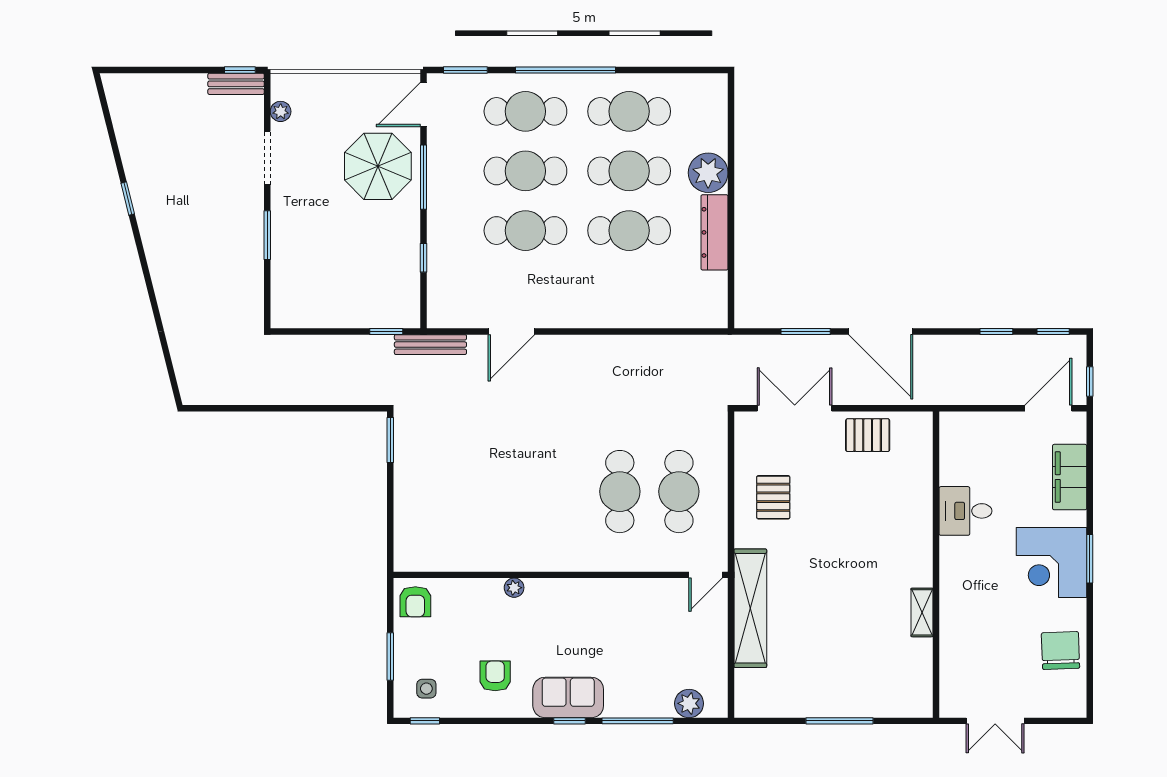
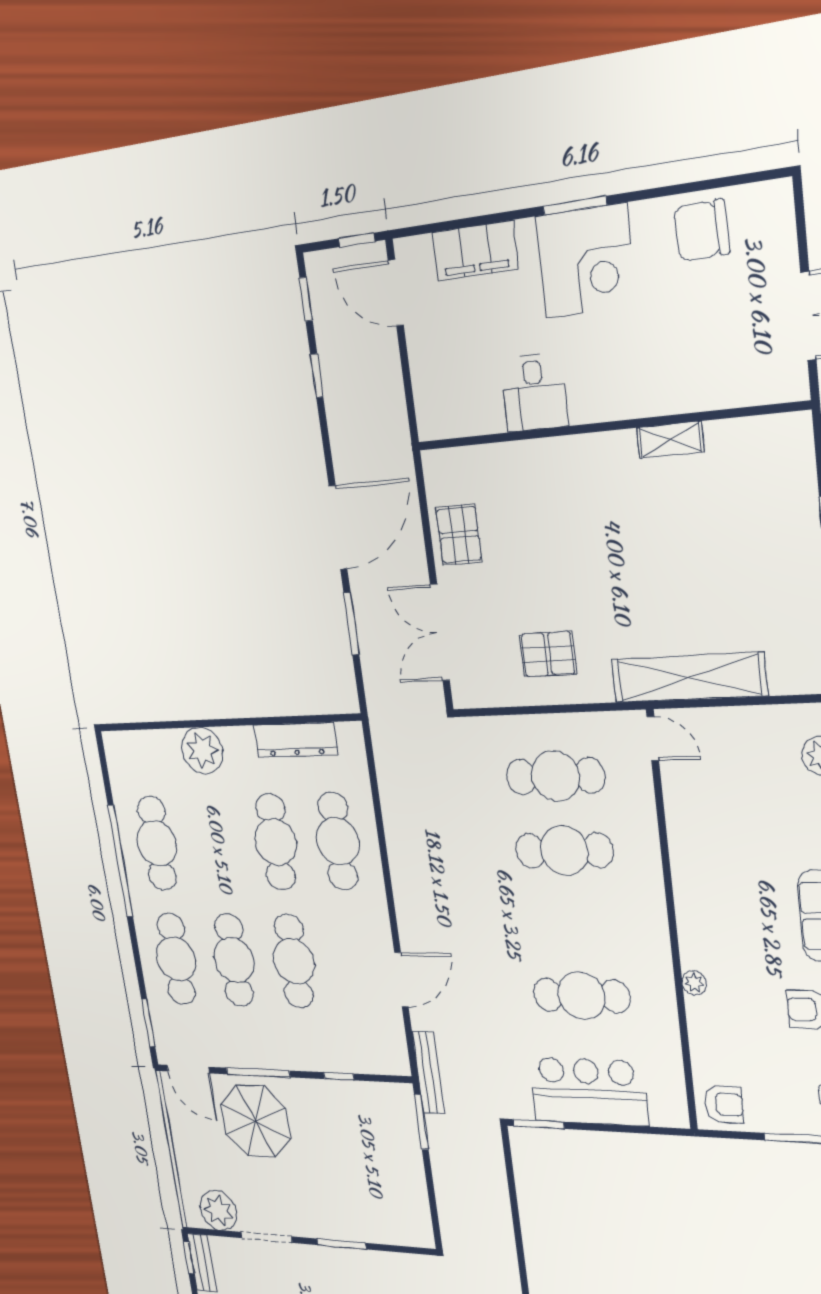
window: (565, 70) -> (120, 861), moved
plant: (281, 111) -> (218, 1210), width x1.88, depth x1.88
cafe table: (629, 171) -> (338, 841), moved
dresser: (714, 232) -> (295, 740), moved
window: (386, 331) -> (421, 1122), width x1.50
door: (511, 331) -> (401, 980), hinge flipped
bar counter: (421, 488) -> (588, 1091), added
cafe table: (501, 492) -> (581, 996), added

